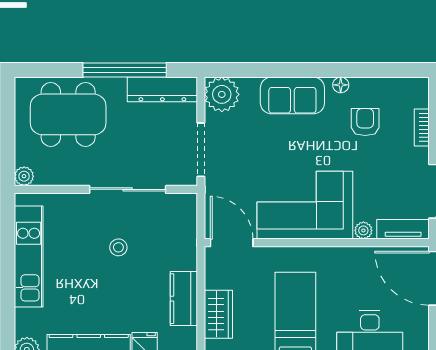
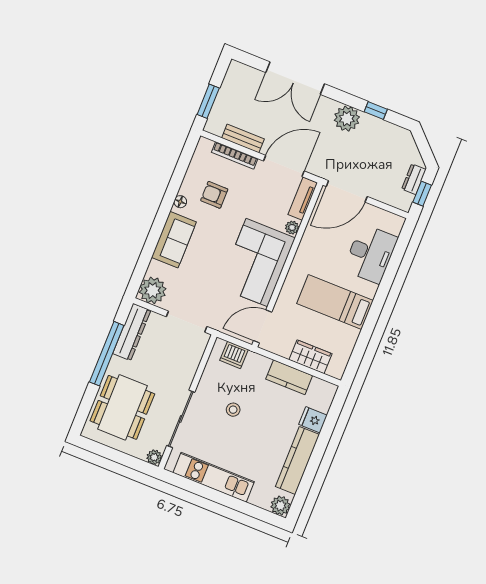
bookcase: (422, 128) -> (235, 155), width x1.56
sliding door: (128, 189) -> (181, 419), moved
dishwasher: (184, 222) -> (234, 355), added

